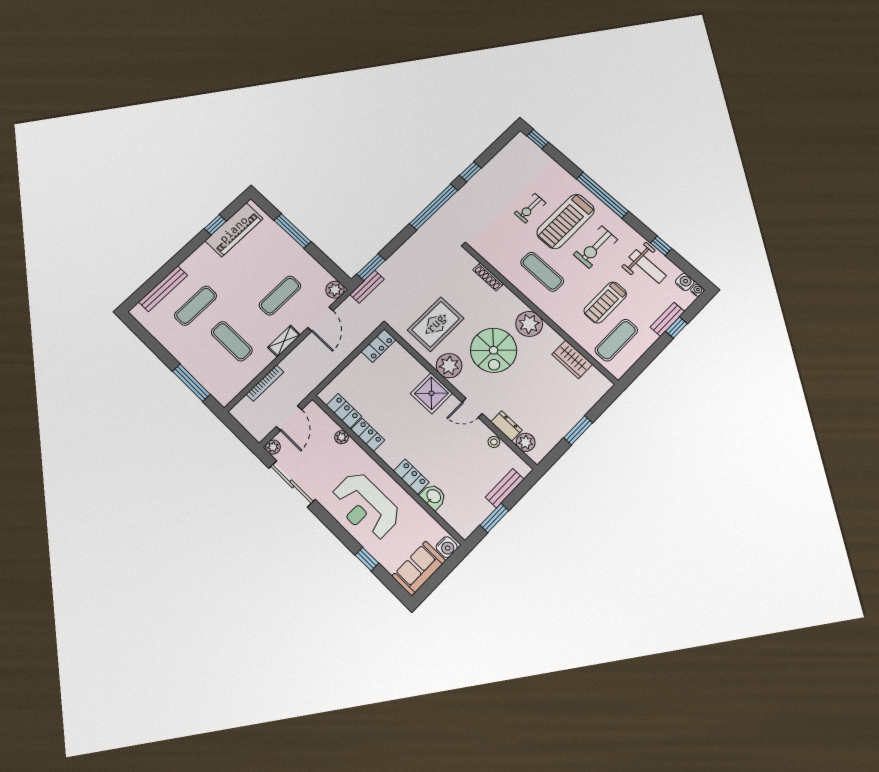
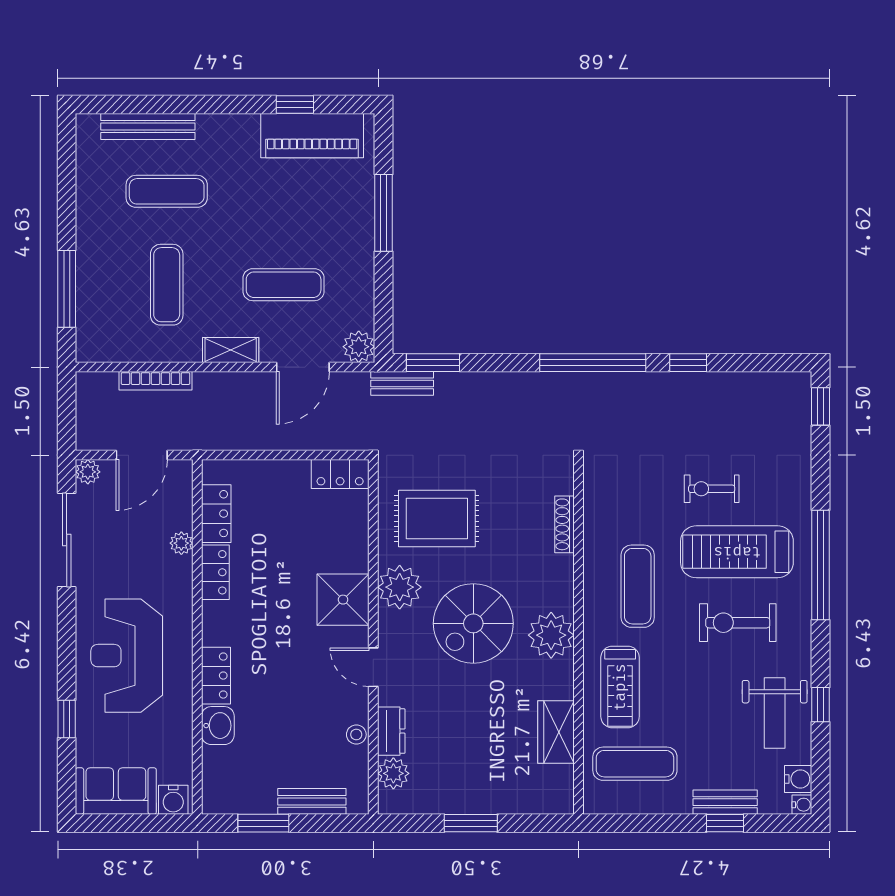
treadmill: (605, 302) -> (620, 687), moved, turned -90

